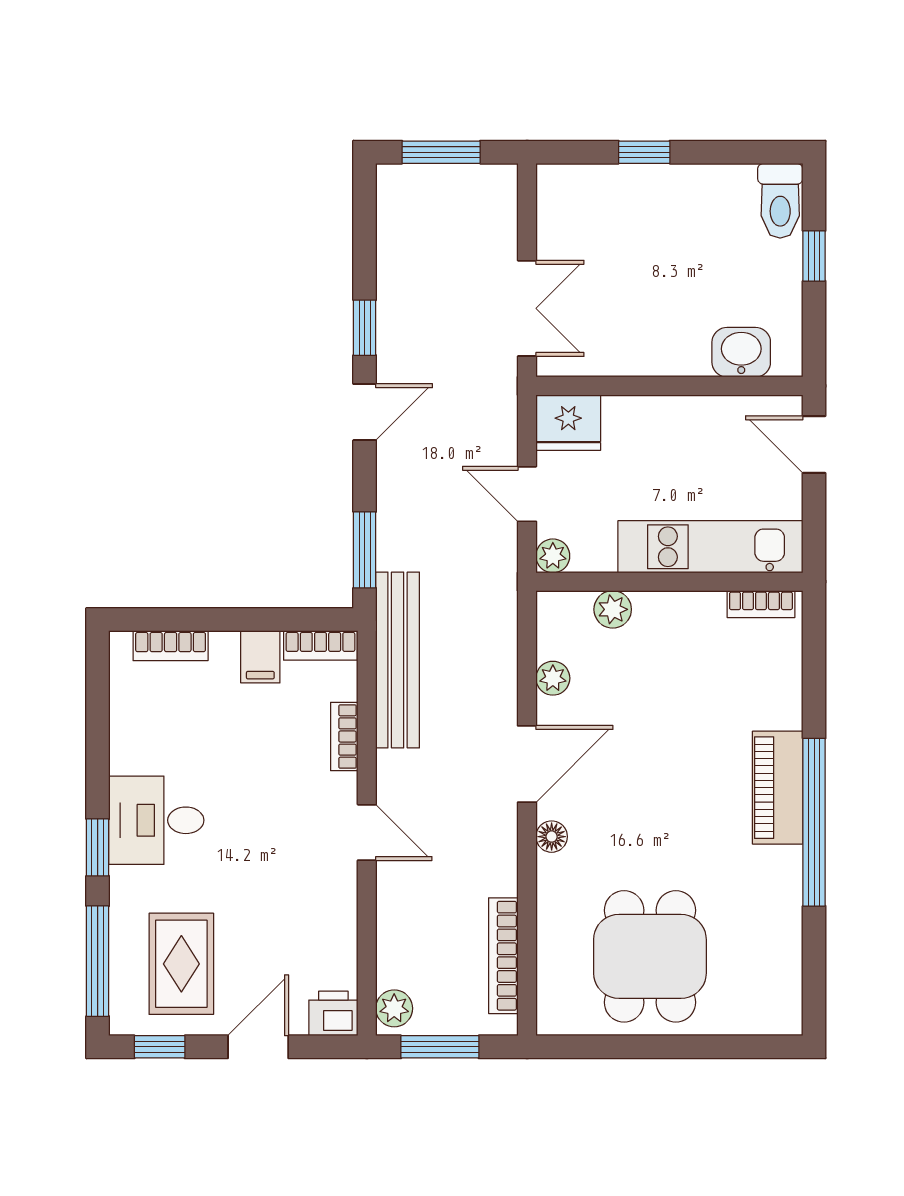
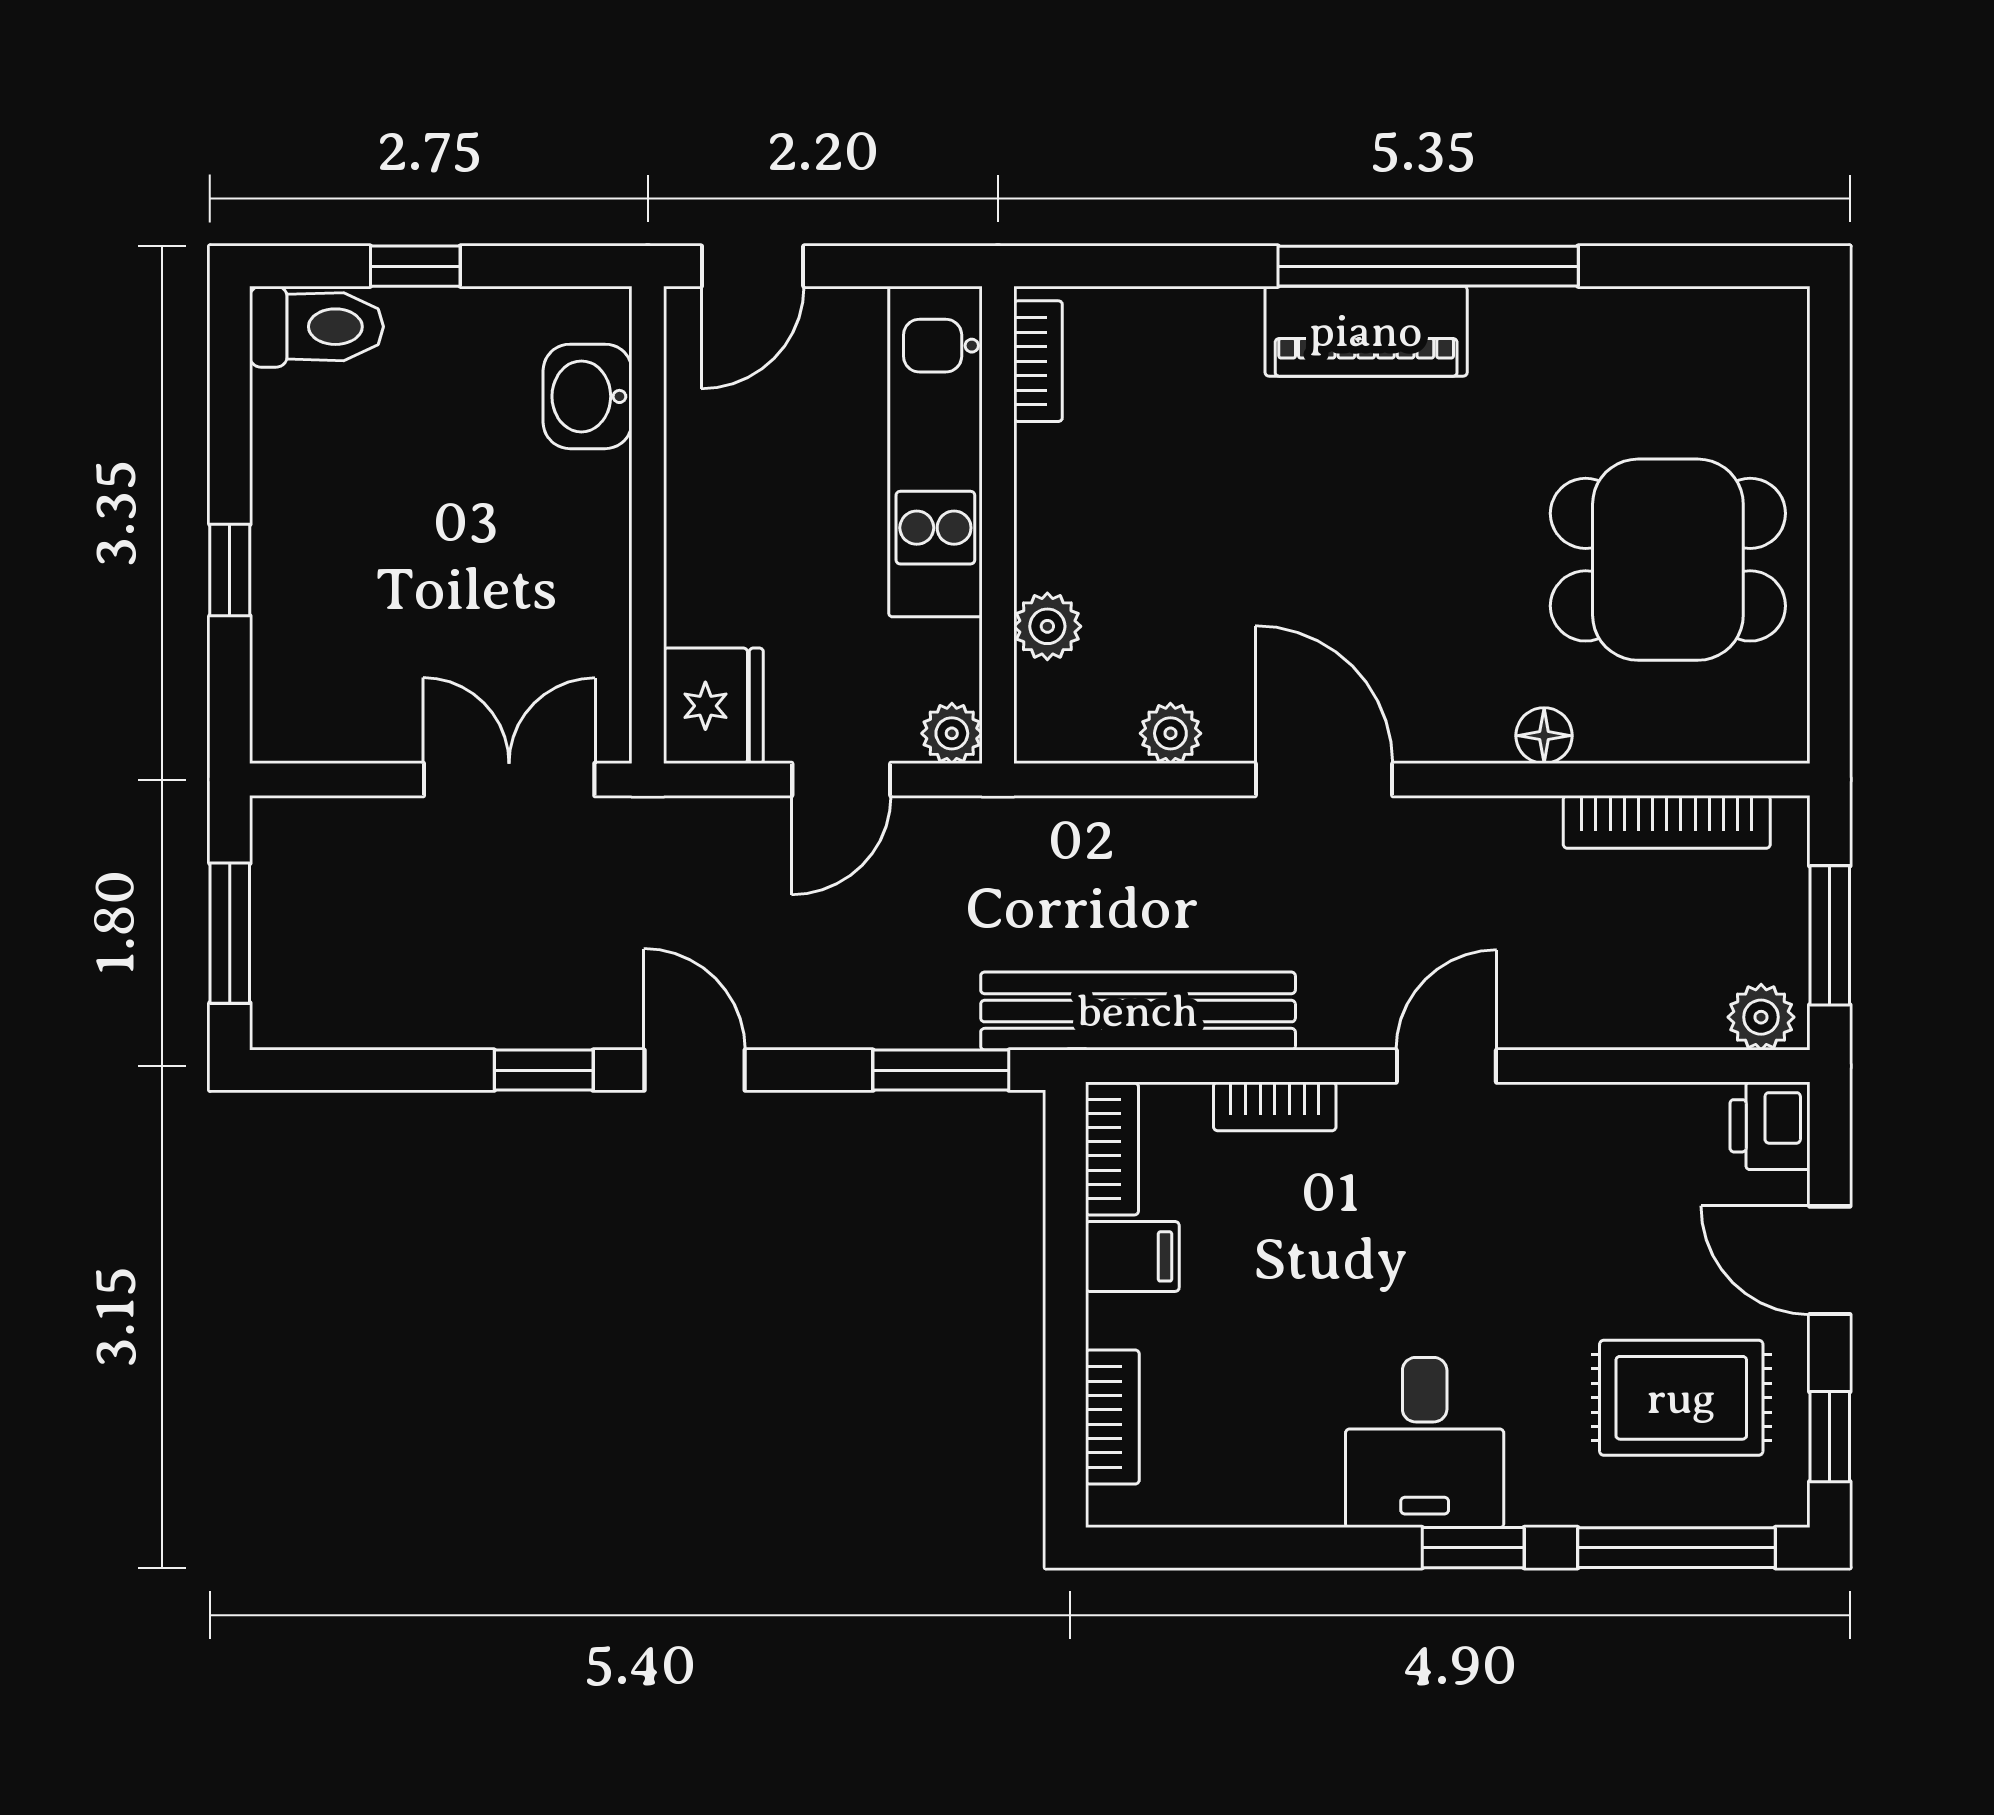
floor lamp: (552, 837) -> (1544, 736), moved

